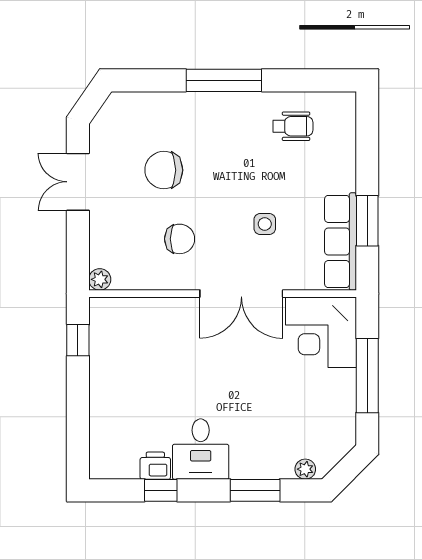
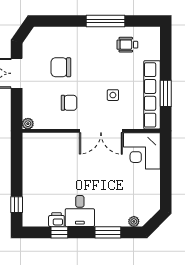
window: (224, 80) -> (105, 21), moved
wheelchair: (293, 126) -> (127, 45), turned 180
row of seats: (341, 241) -> (152, 95), width x1.36
window: (78, 340) -> (17, 205), moved
window: (367, 376) -> (166, 173), removed

